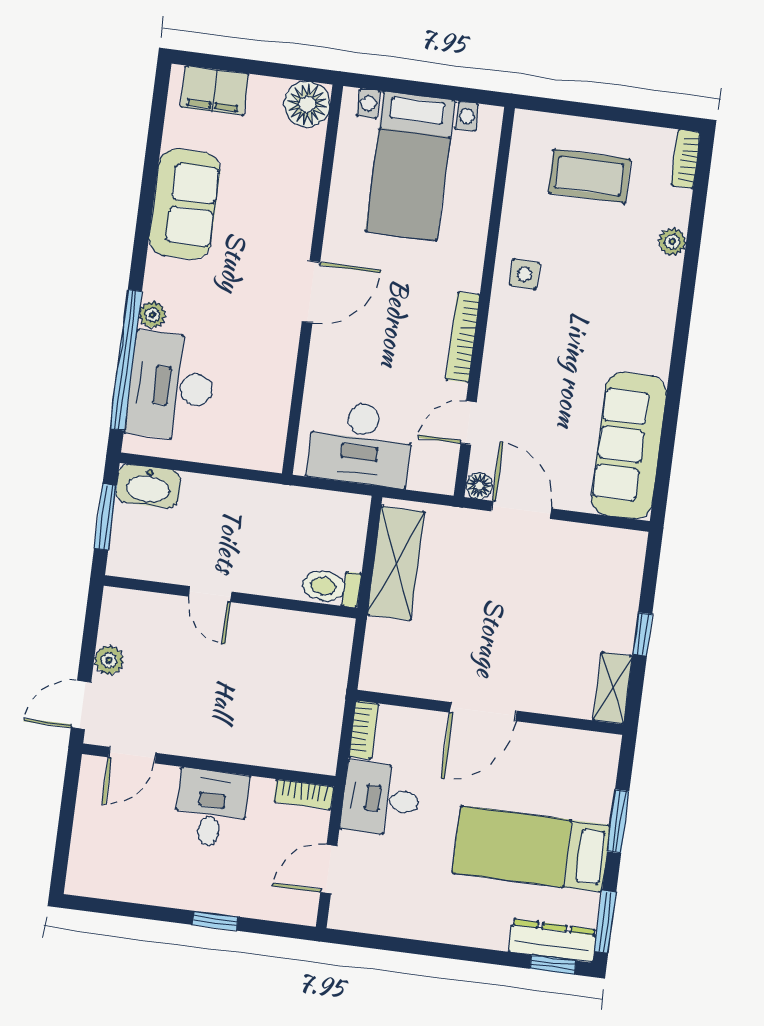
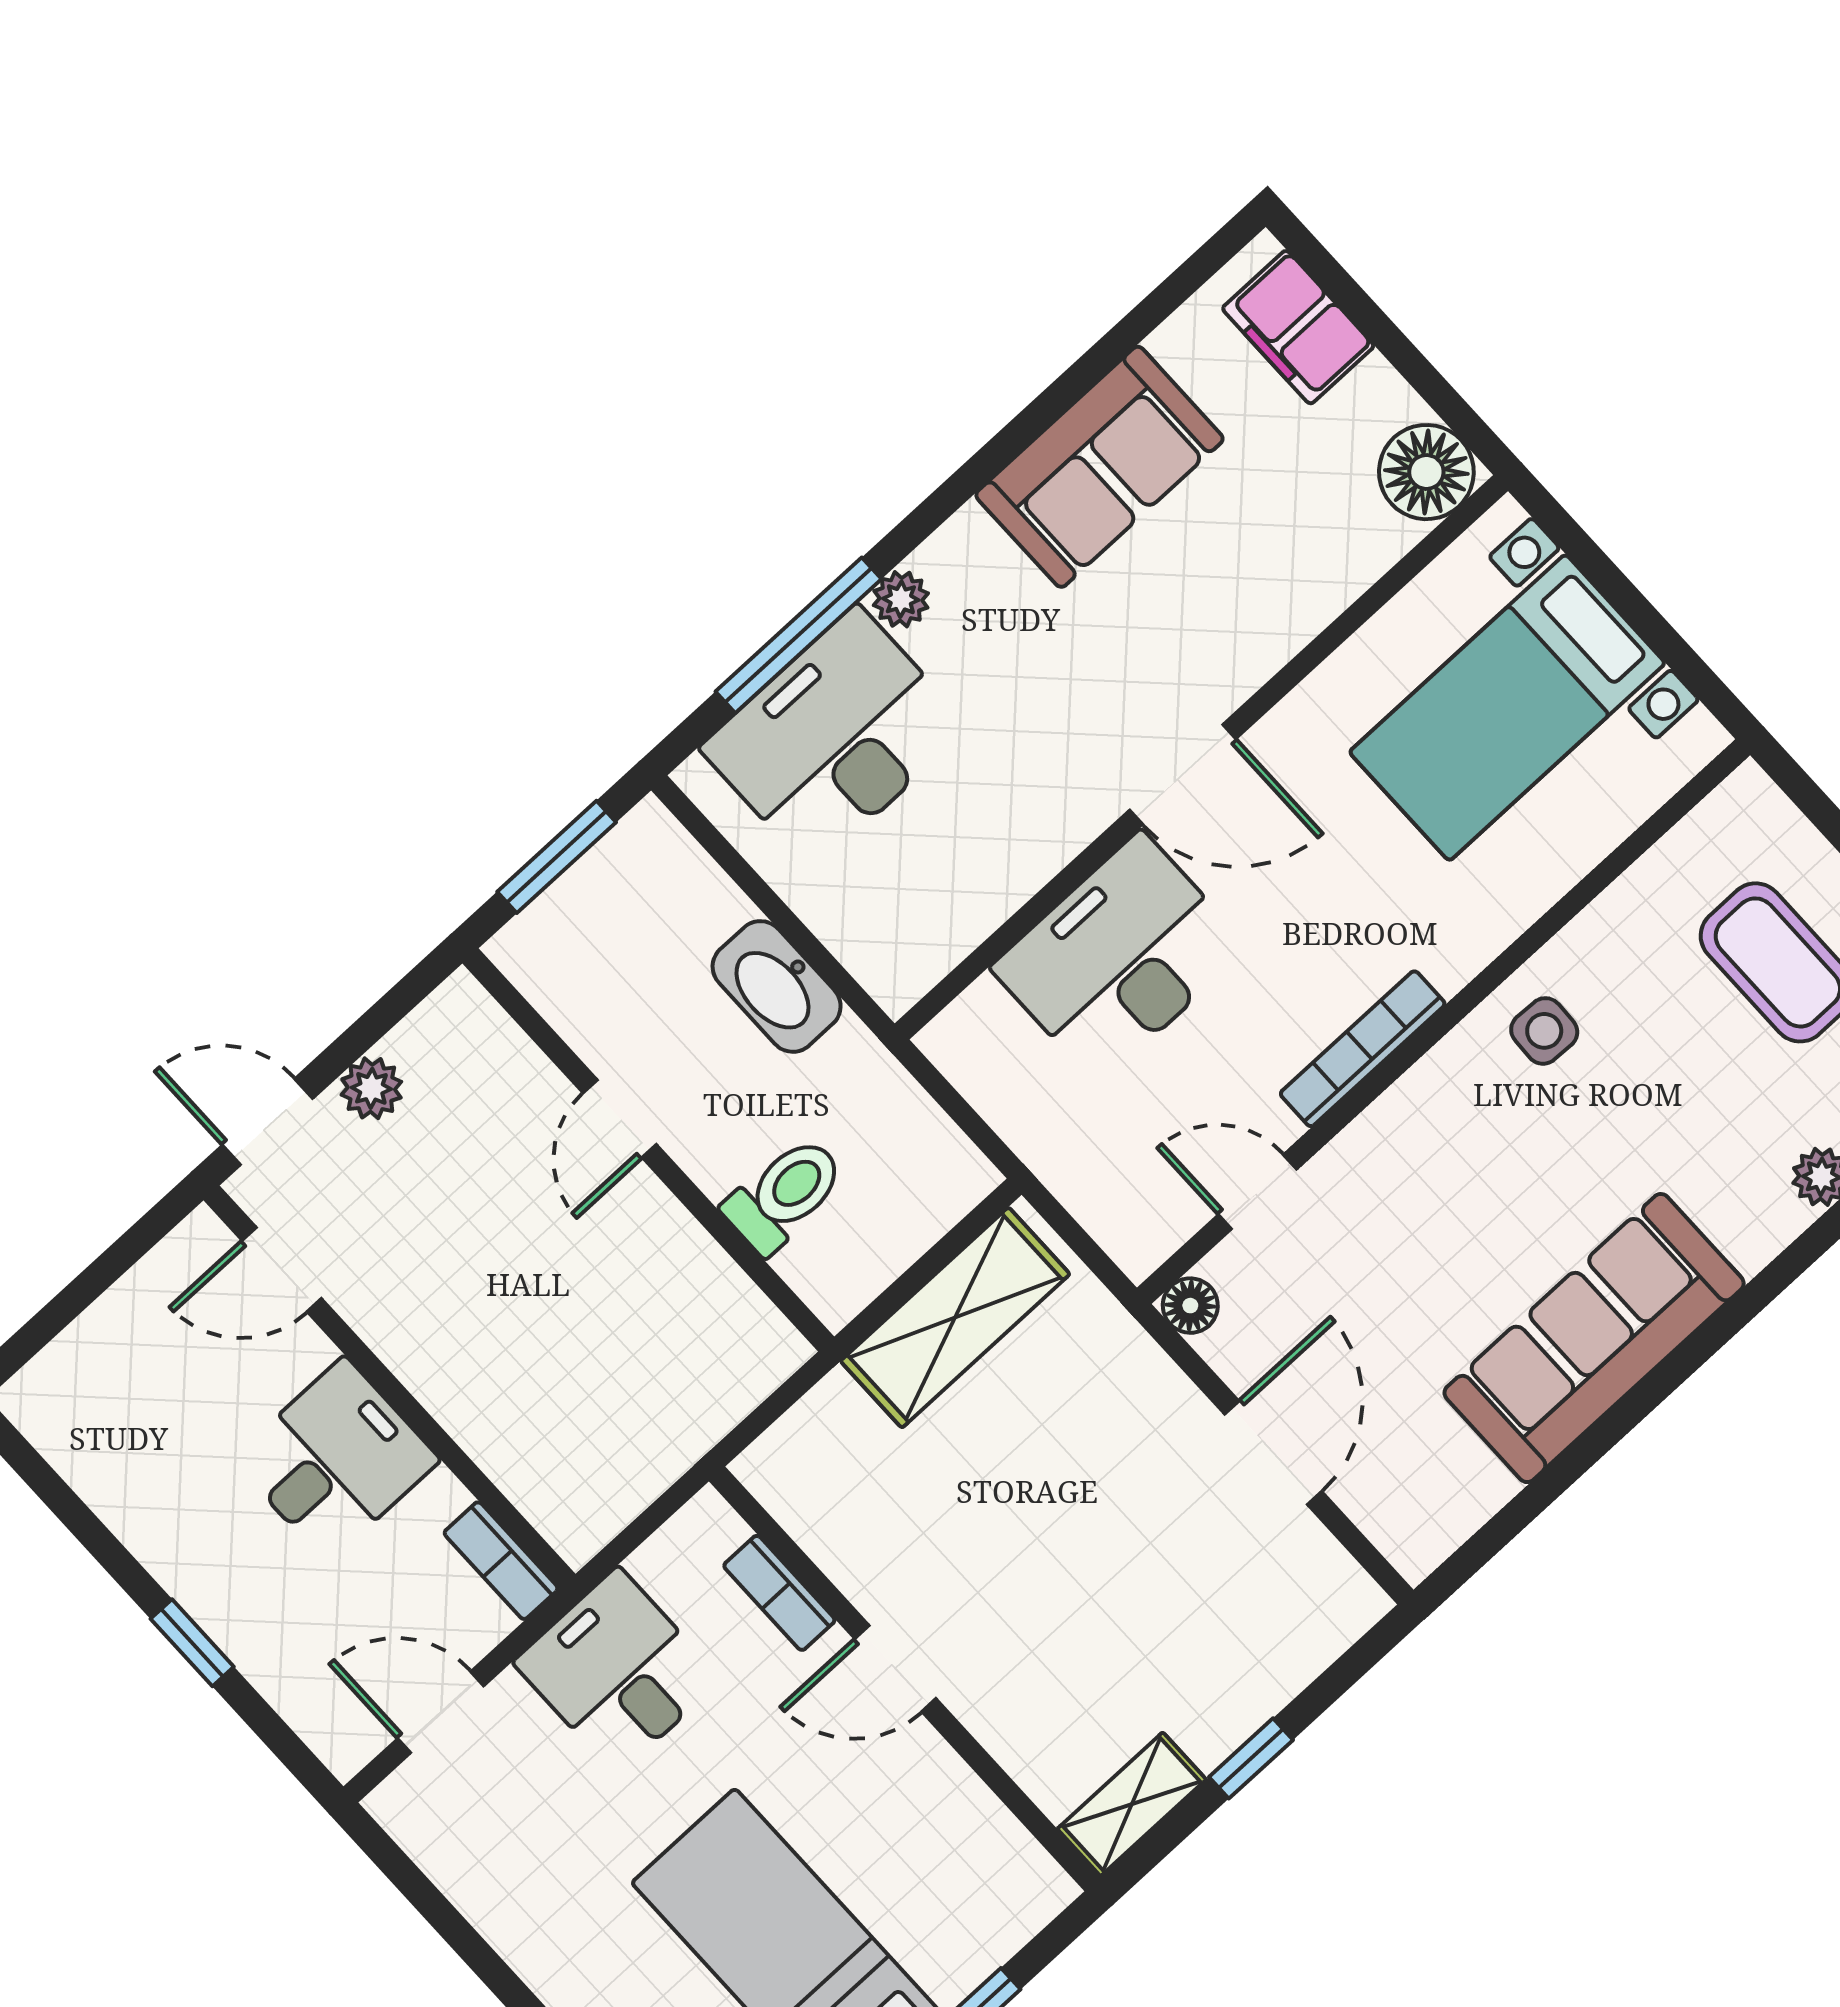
window: (126, 360) -> (798, 635), width x0.68
desk: (361, 444) -> (1120, 958), moved, turned 90
sofa: (629, 446) -> (1594, 1338), moved
washbasin: (148, 486) -> (777, 986), moved
door: (521, 510) -> (1273, 1453), moved
toilet: (331, 587) -> (784, 1195), moved, turned 90
door: (483, 712) -> (895, 1669), width x0.73
bookcase: (364, 730) -> (779, 1593), moved, turned 90

